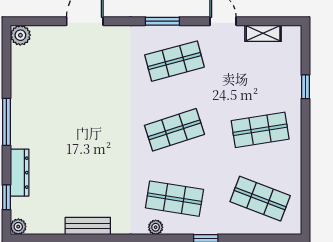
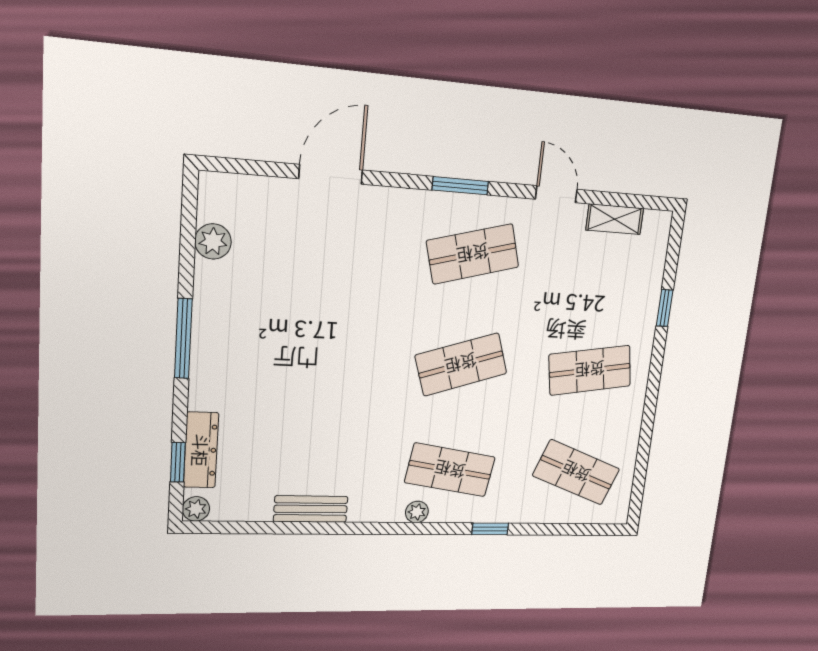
plant: (20, 35) -> (213, 241), moved
dresser: (20, 173) -> (201, 450), moved

